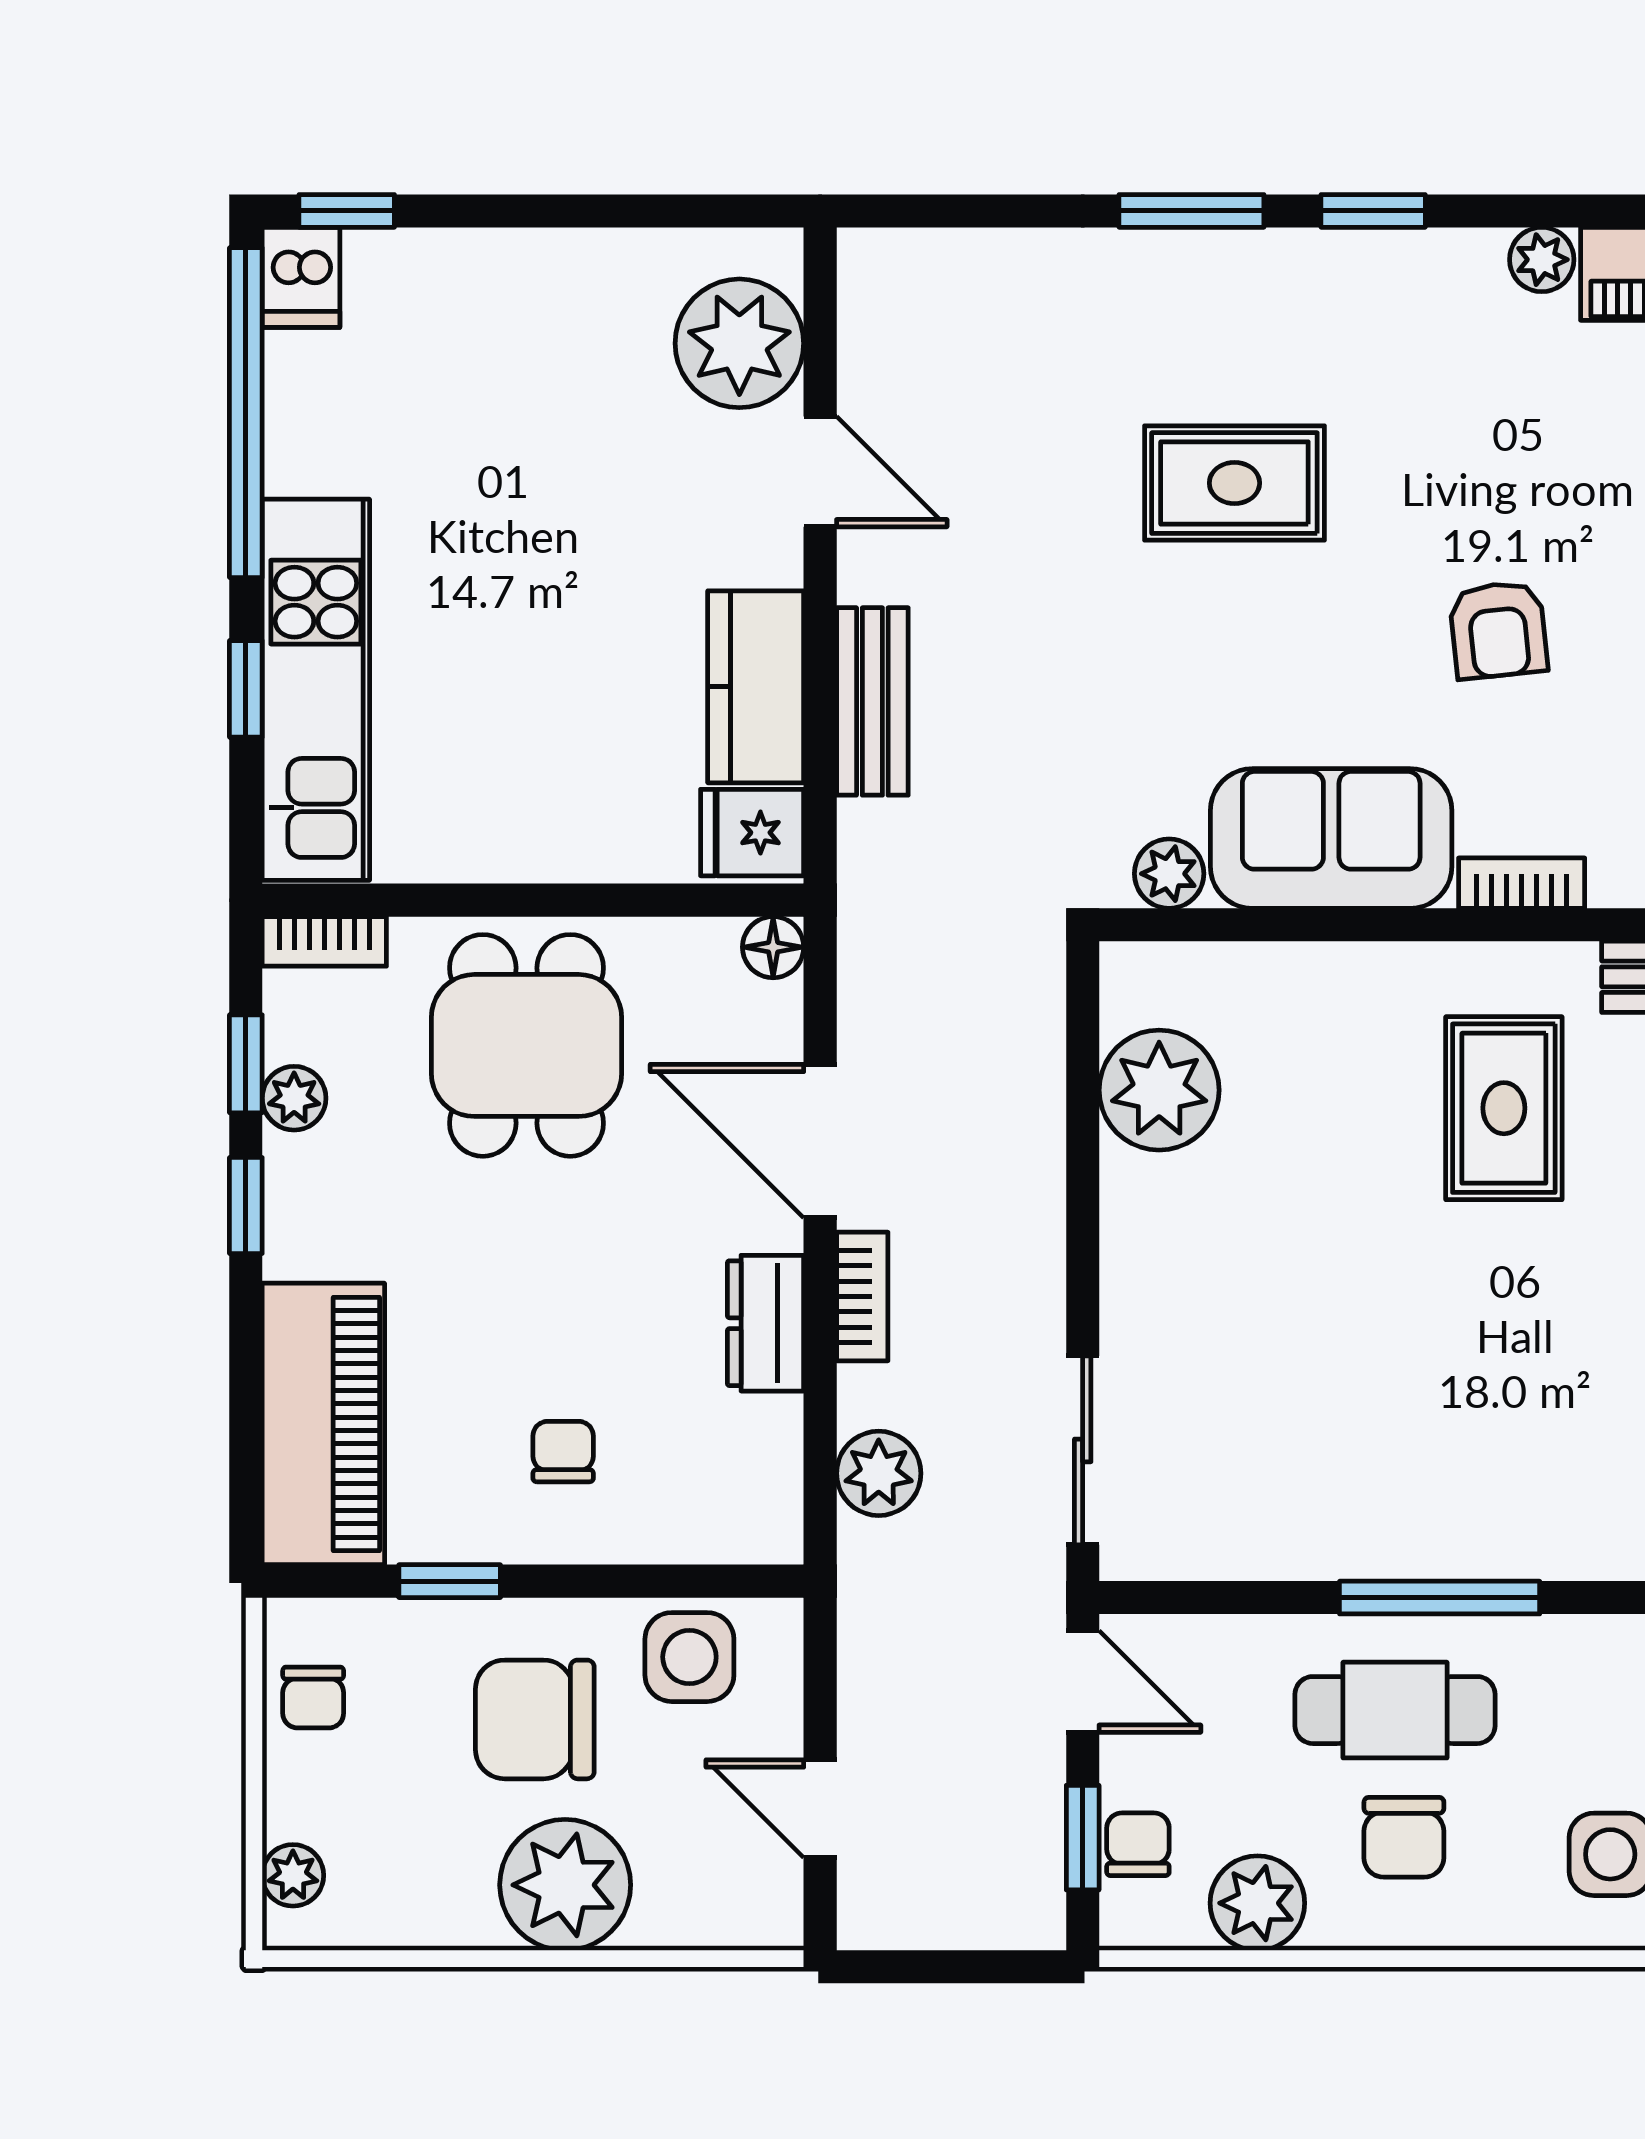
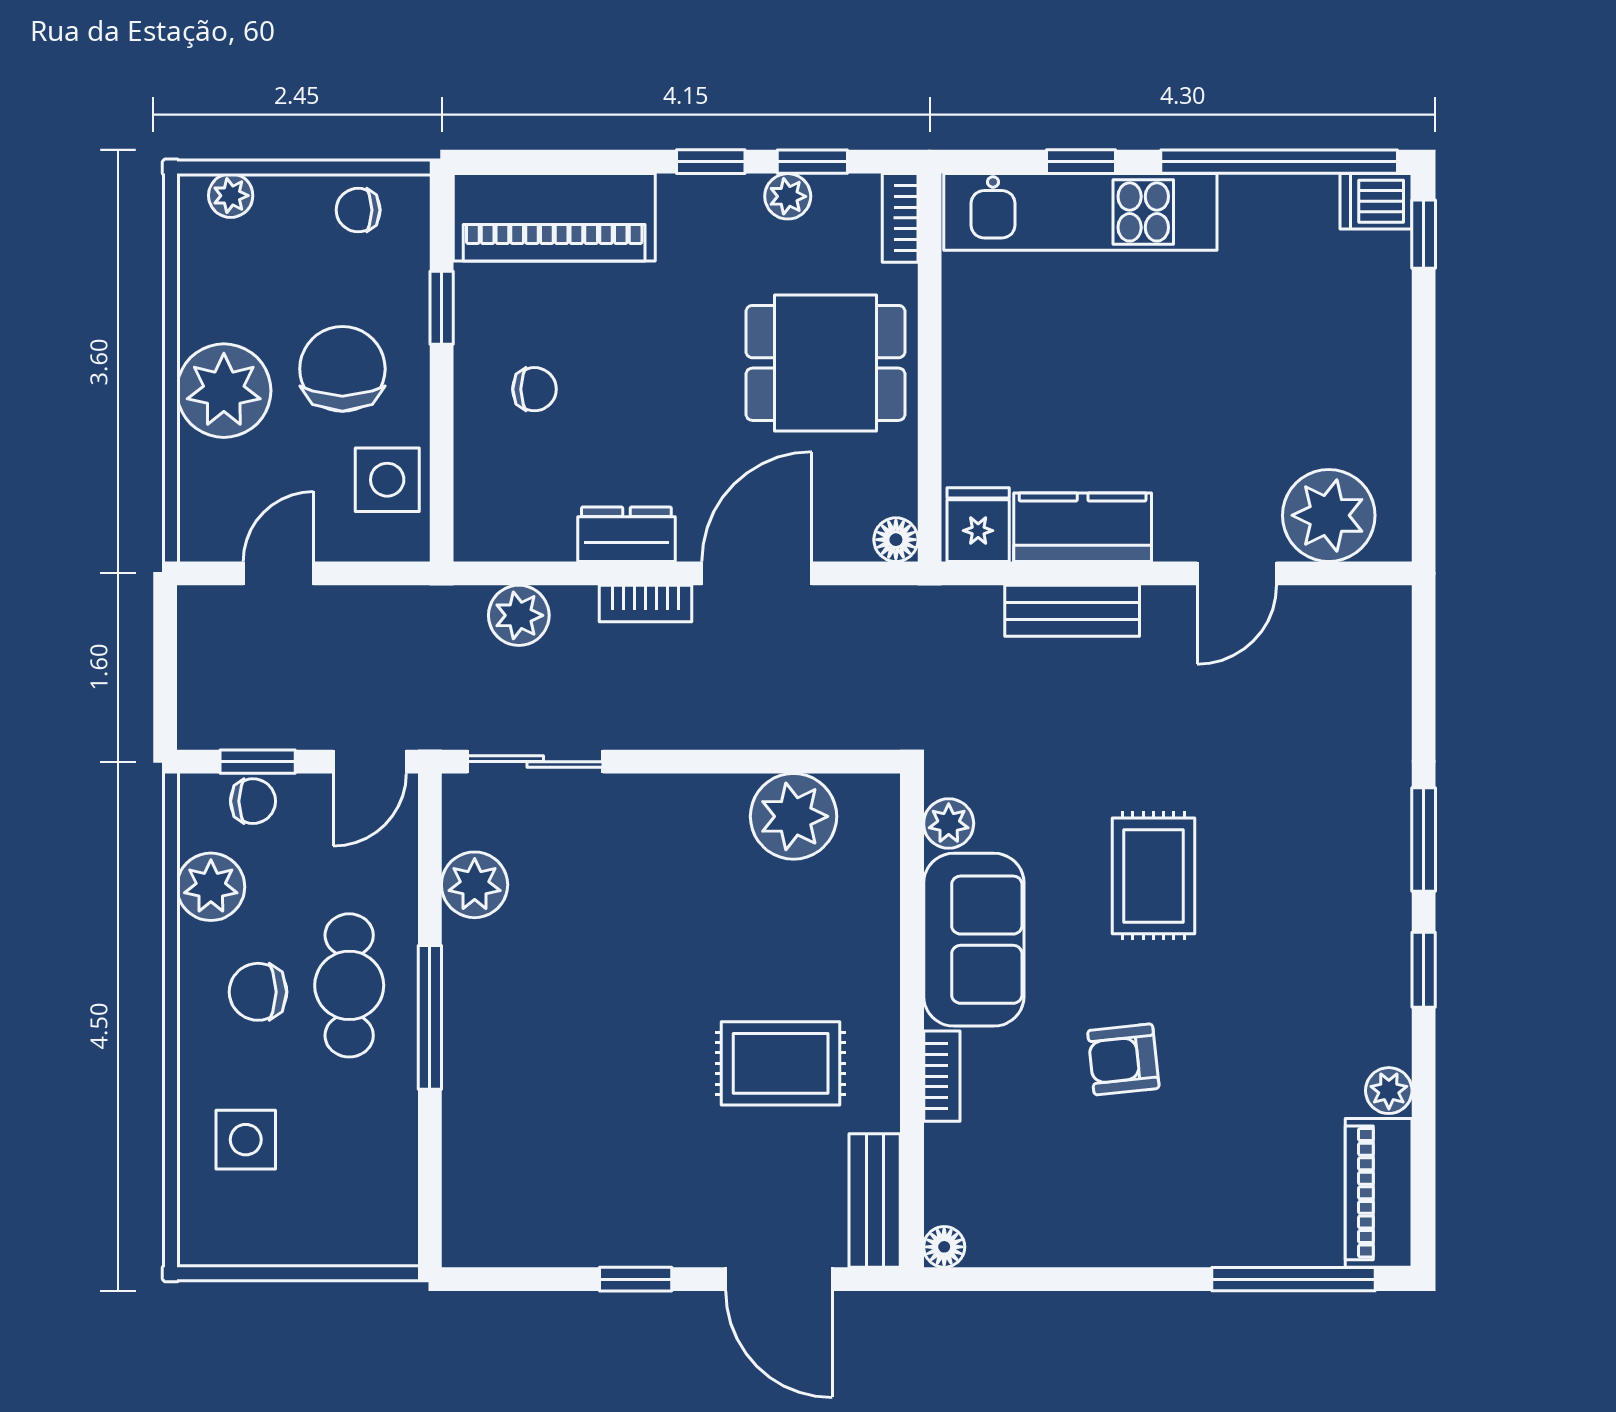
rug: (1234, 483) -> (1153, 876), moved
plant: (1255, 1535) -> (475, 885), added

